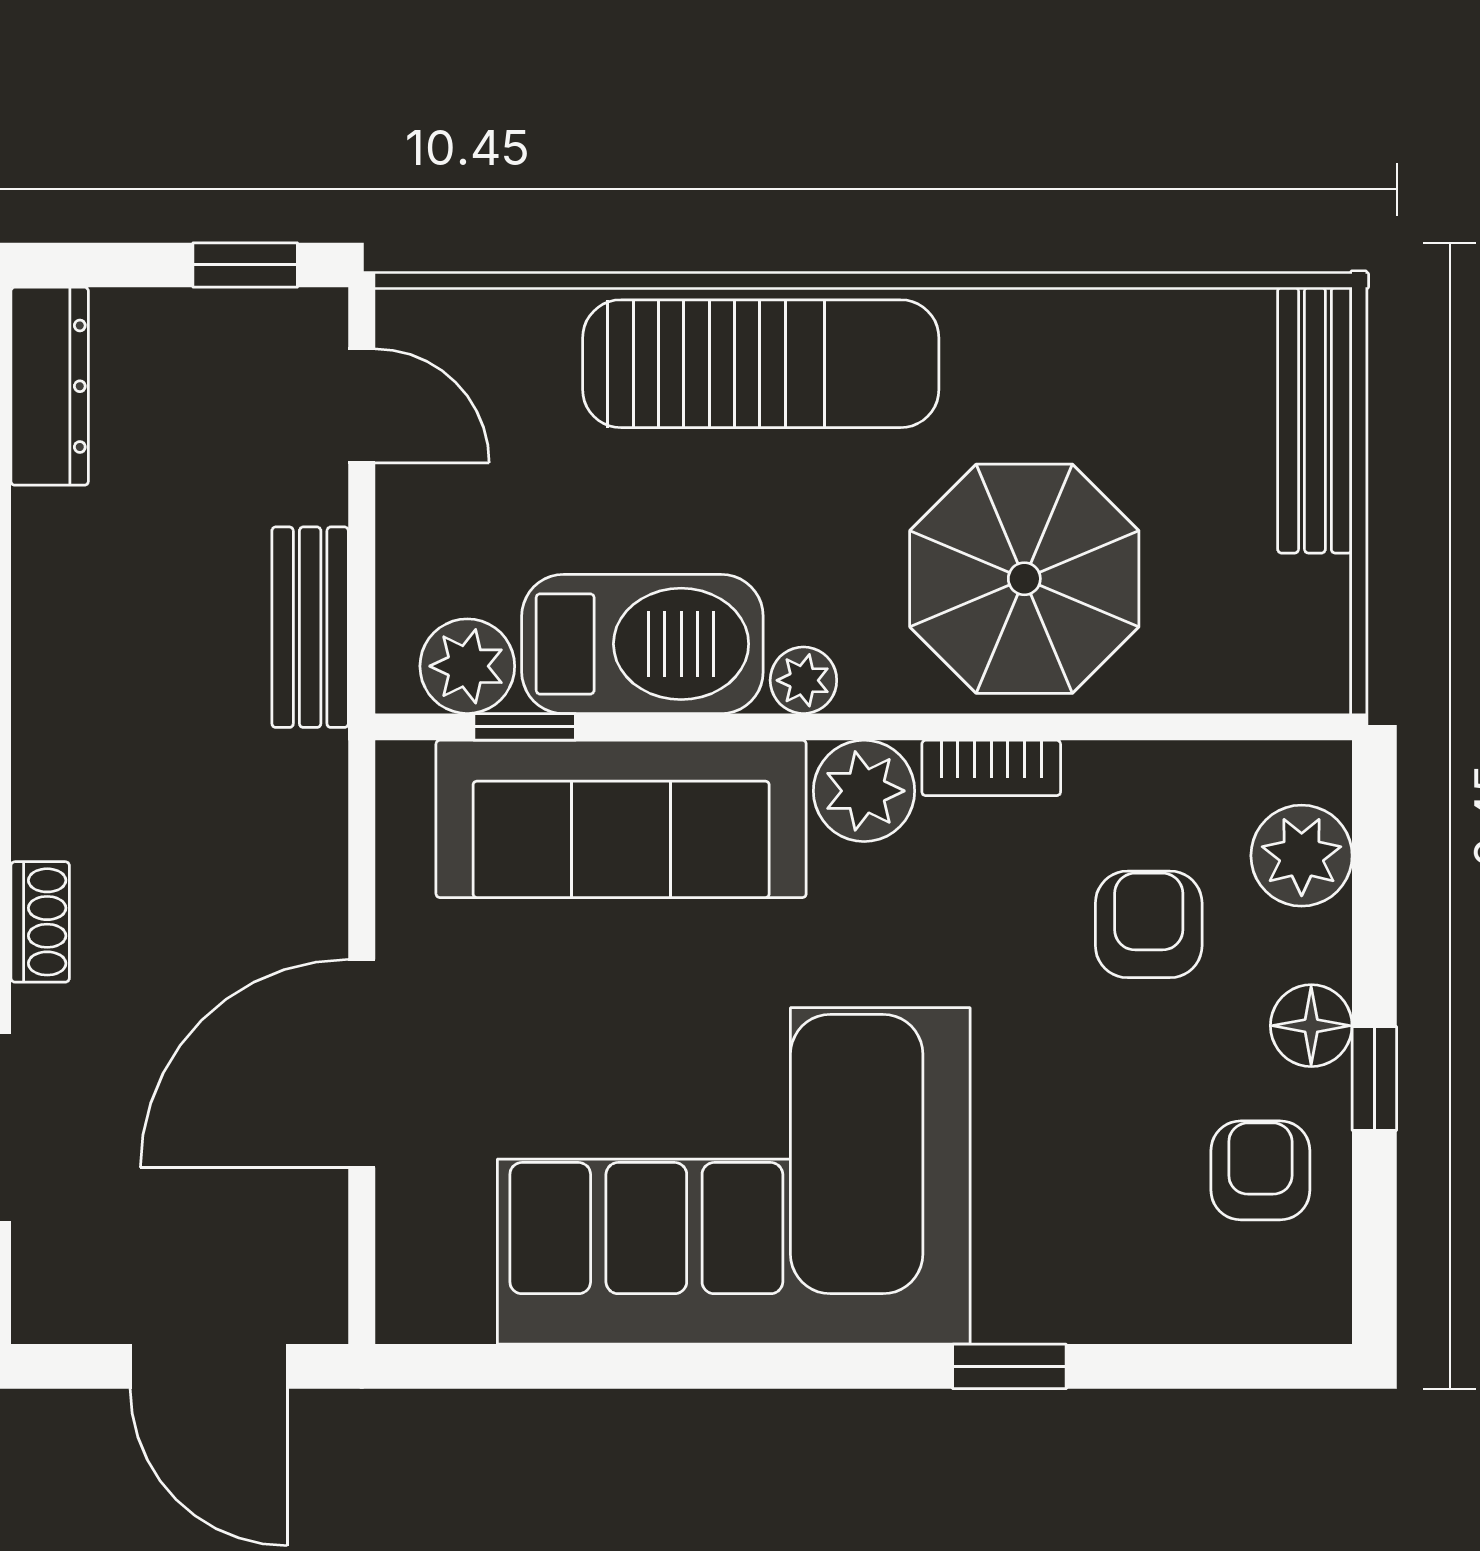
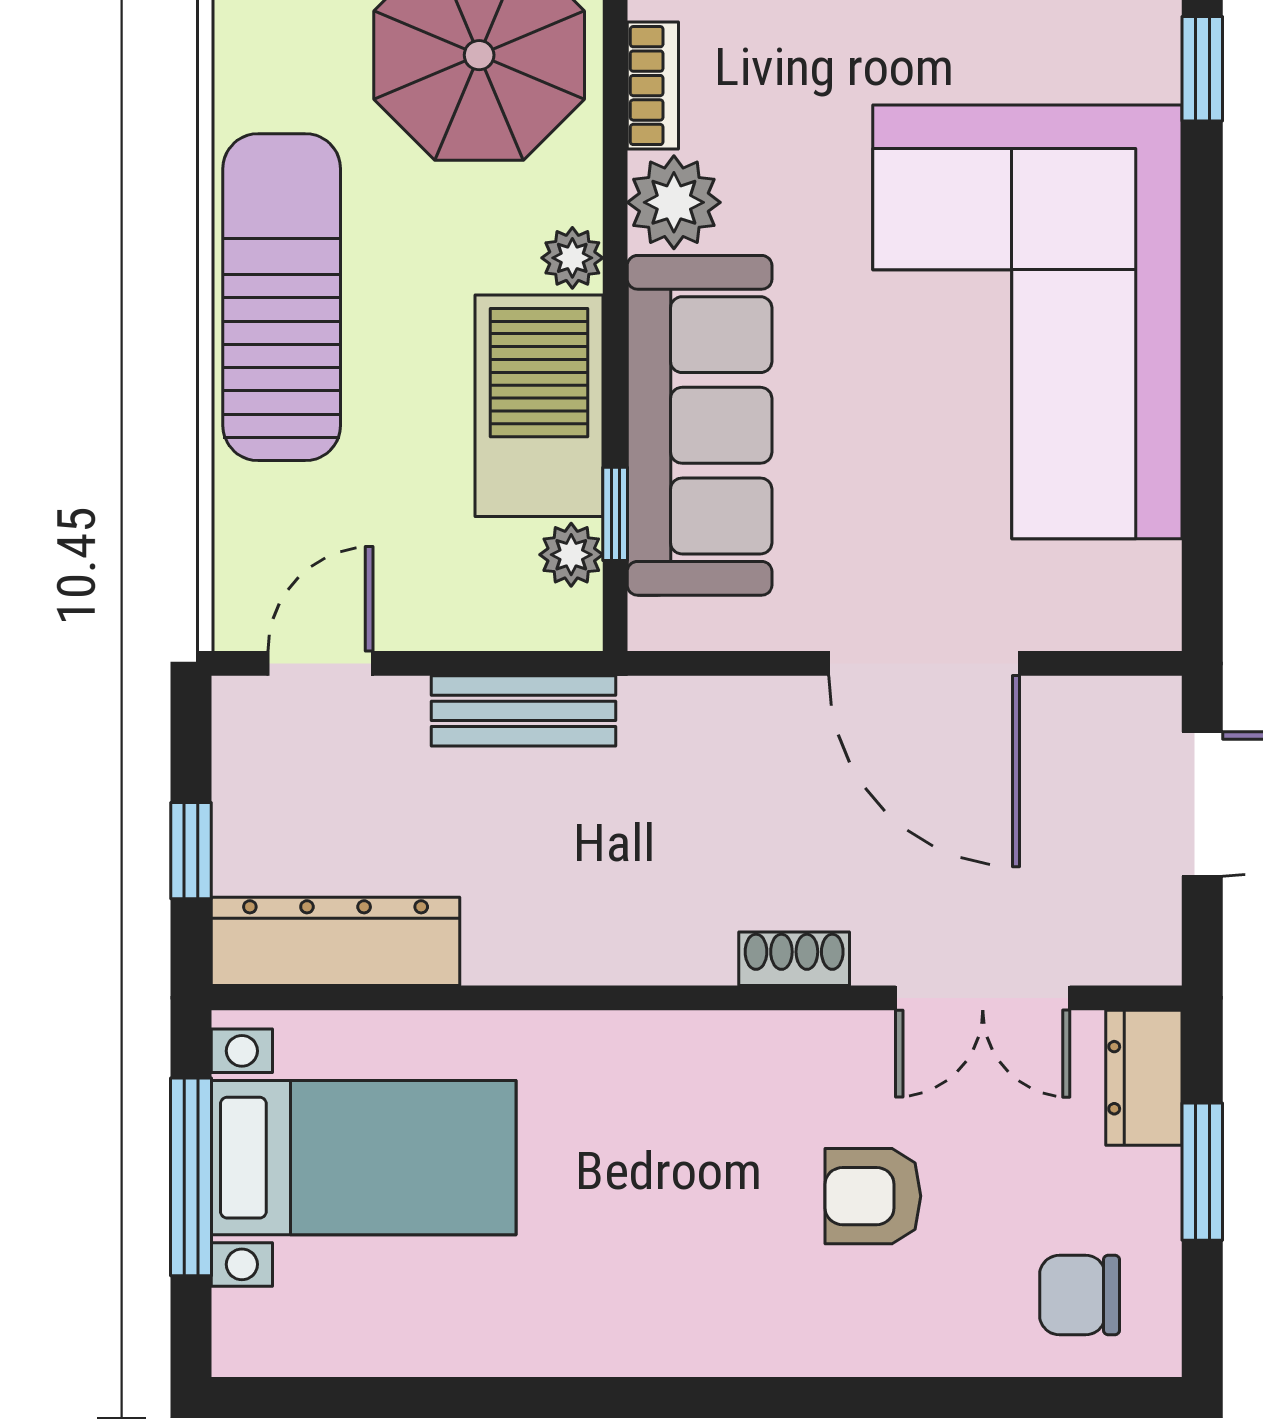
window: (245, 265) -> (191, 851), moved
dresser: (50, 386) -> (336, 941), width x1.37, depth x1.24
plant: (467, 666) -> (571, 555), width x0.73, depth x0.73

